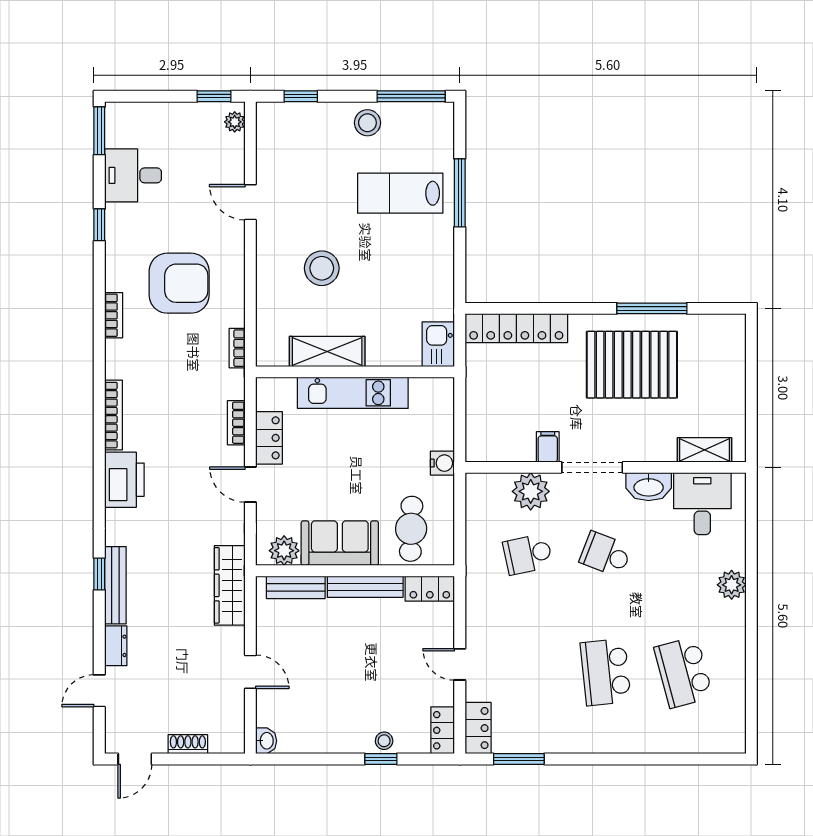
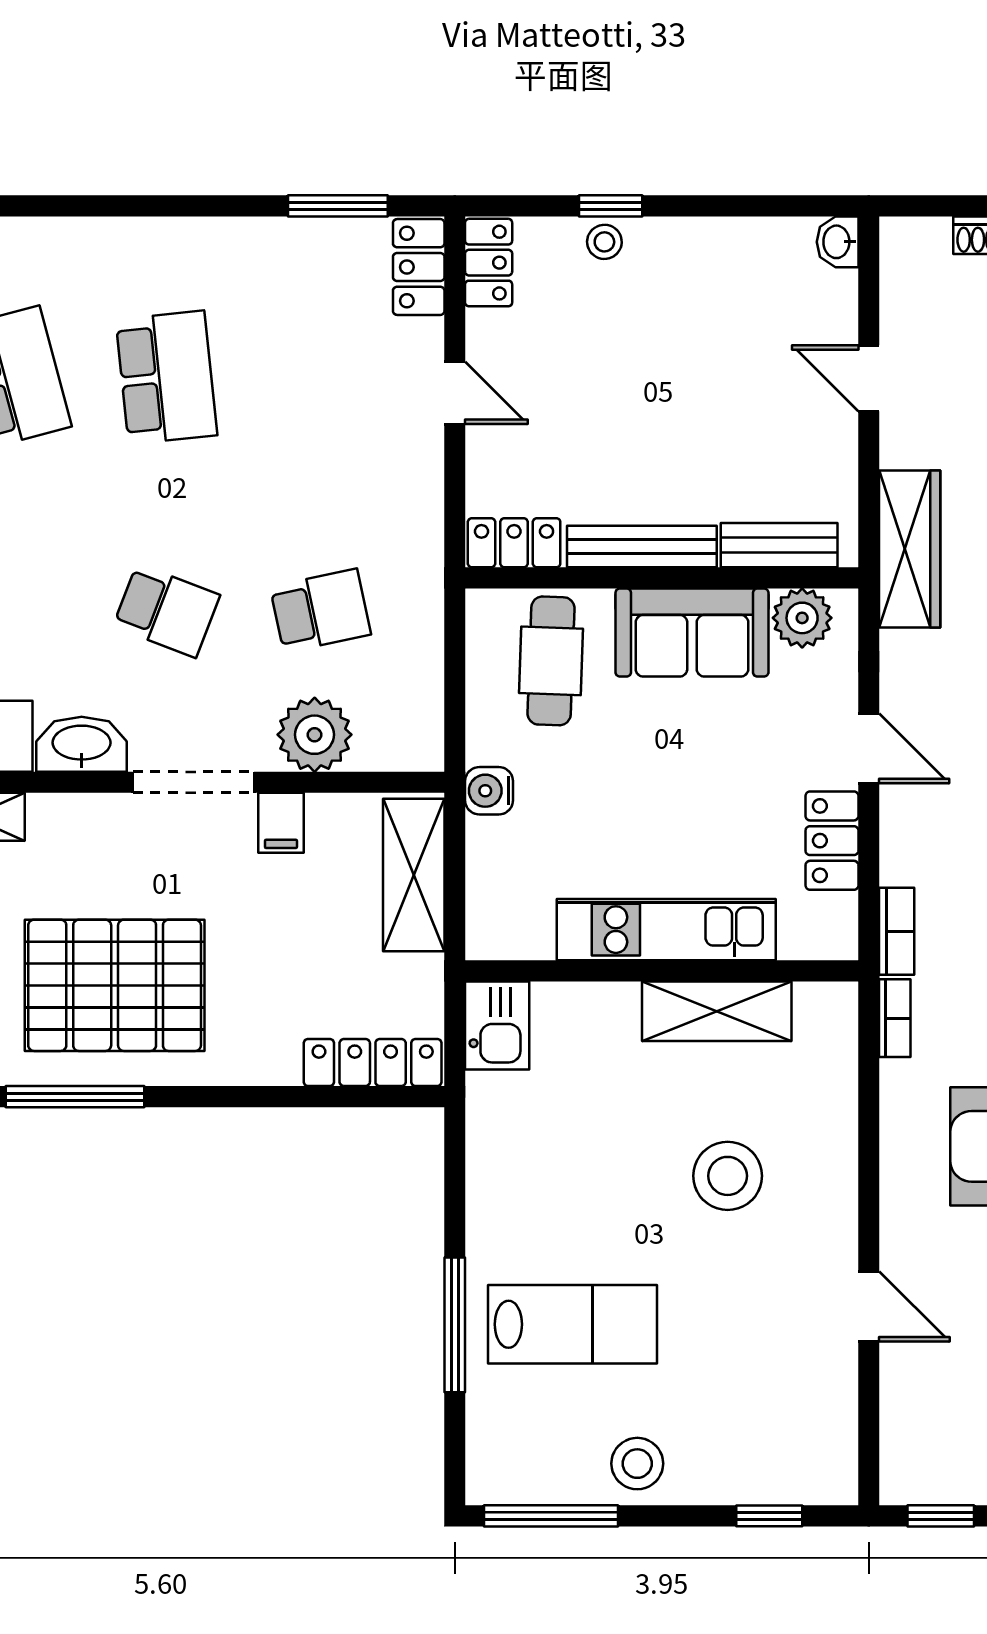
plant: (235, 122) -> (900, 1465), removed
locker: (516, 328) -> (373, 1063), width x0.71, depth x0.83
shelving: (481, 420) -> (414, 875), added
bookcase: (236, 423) -> (897, 931), moved

